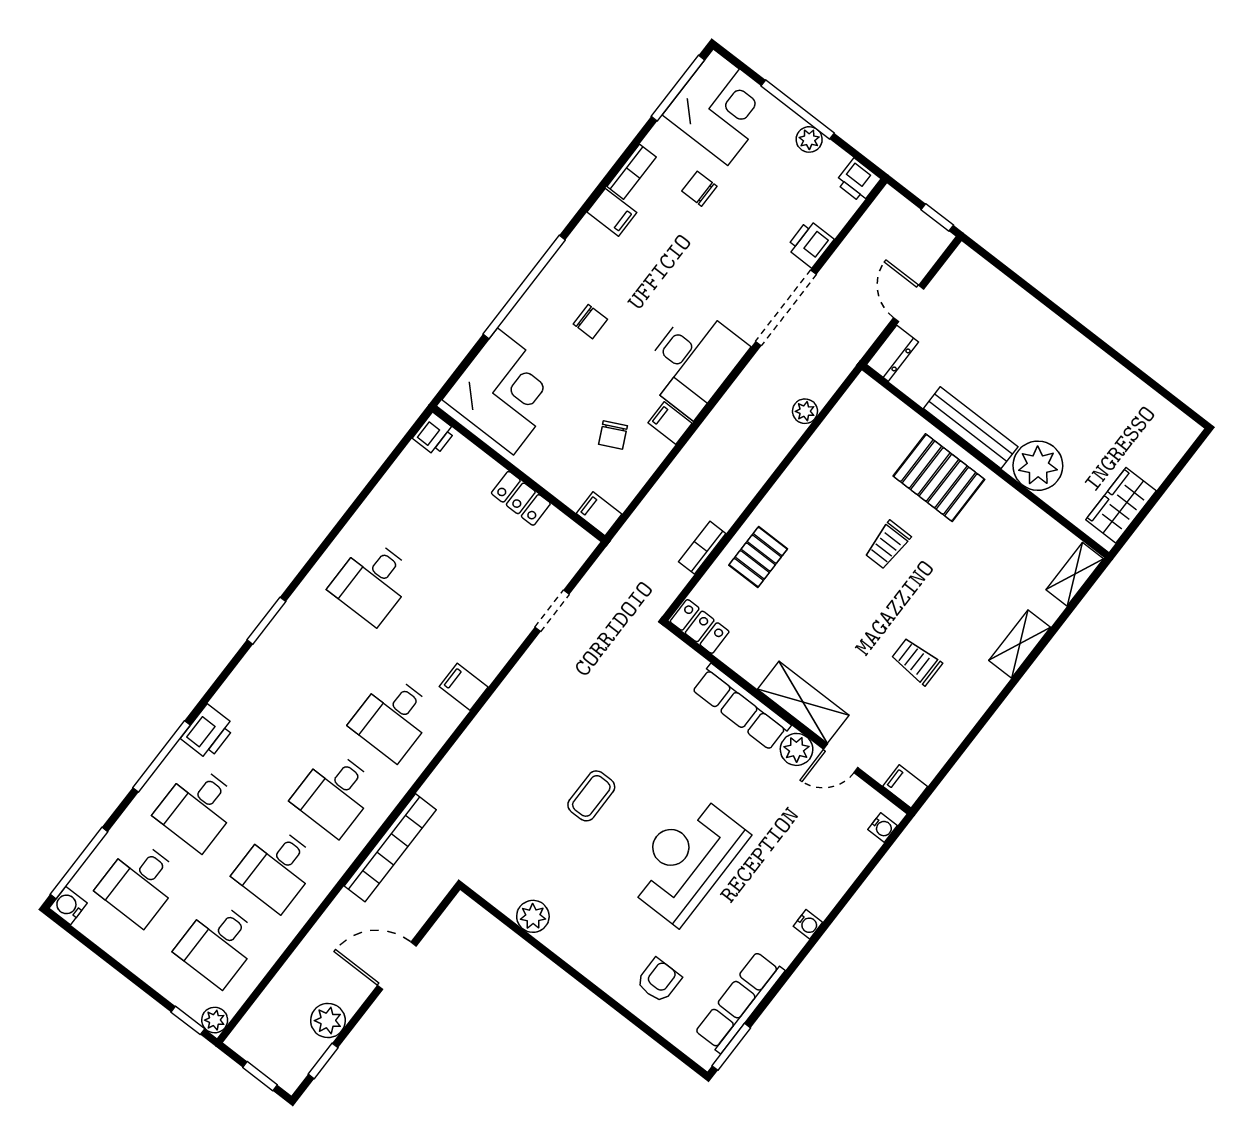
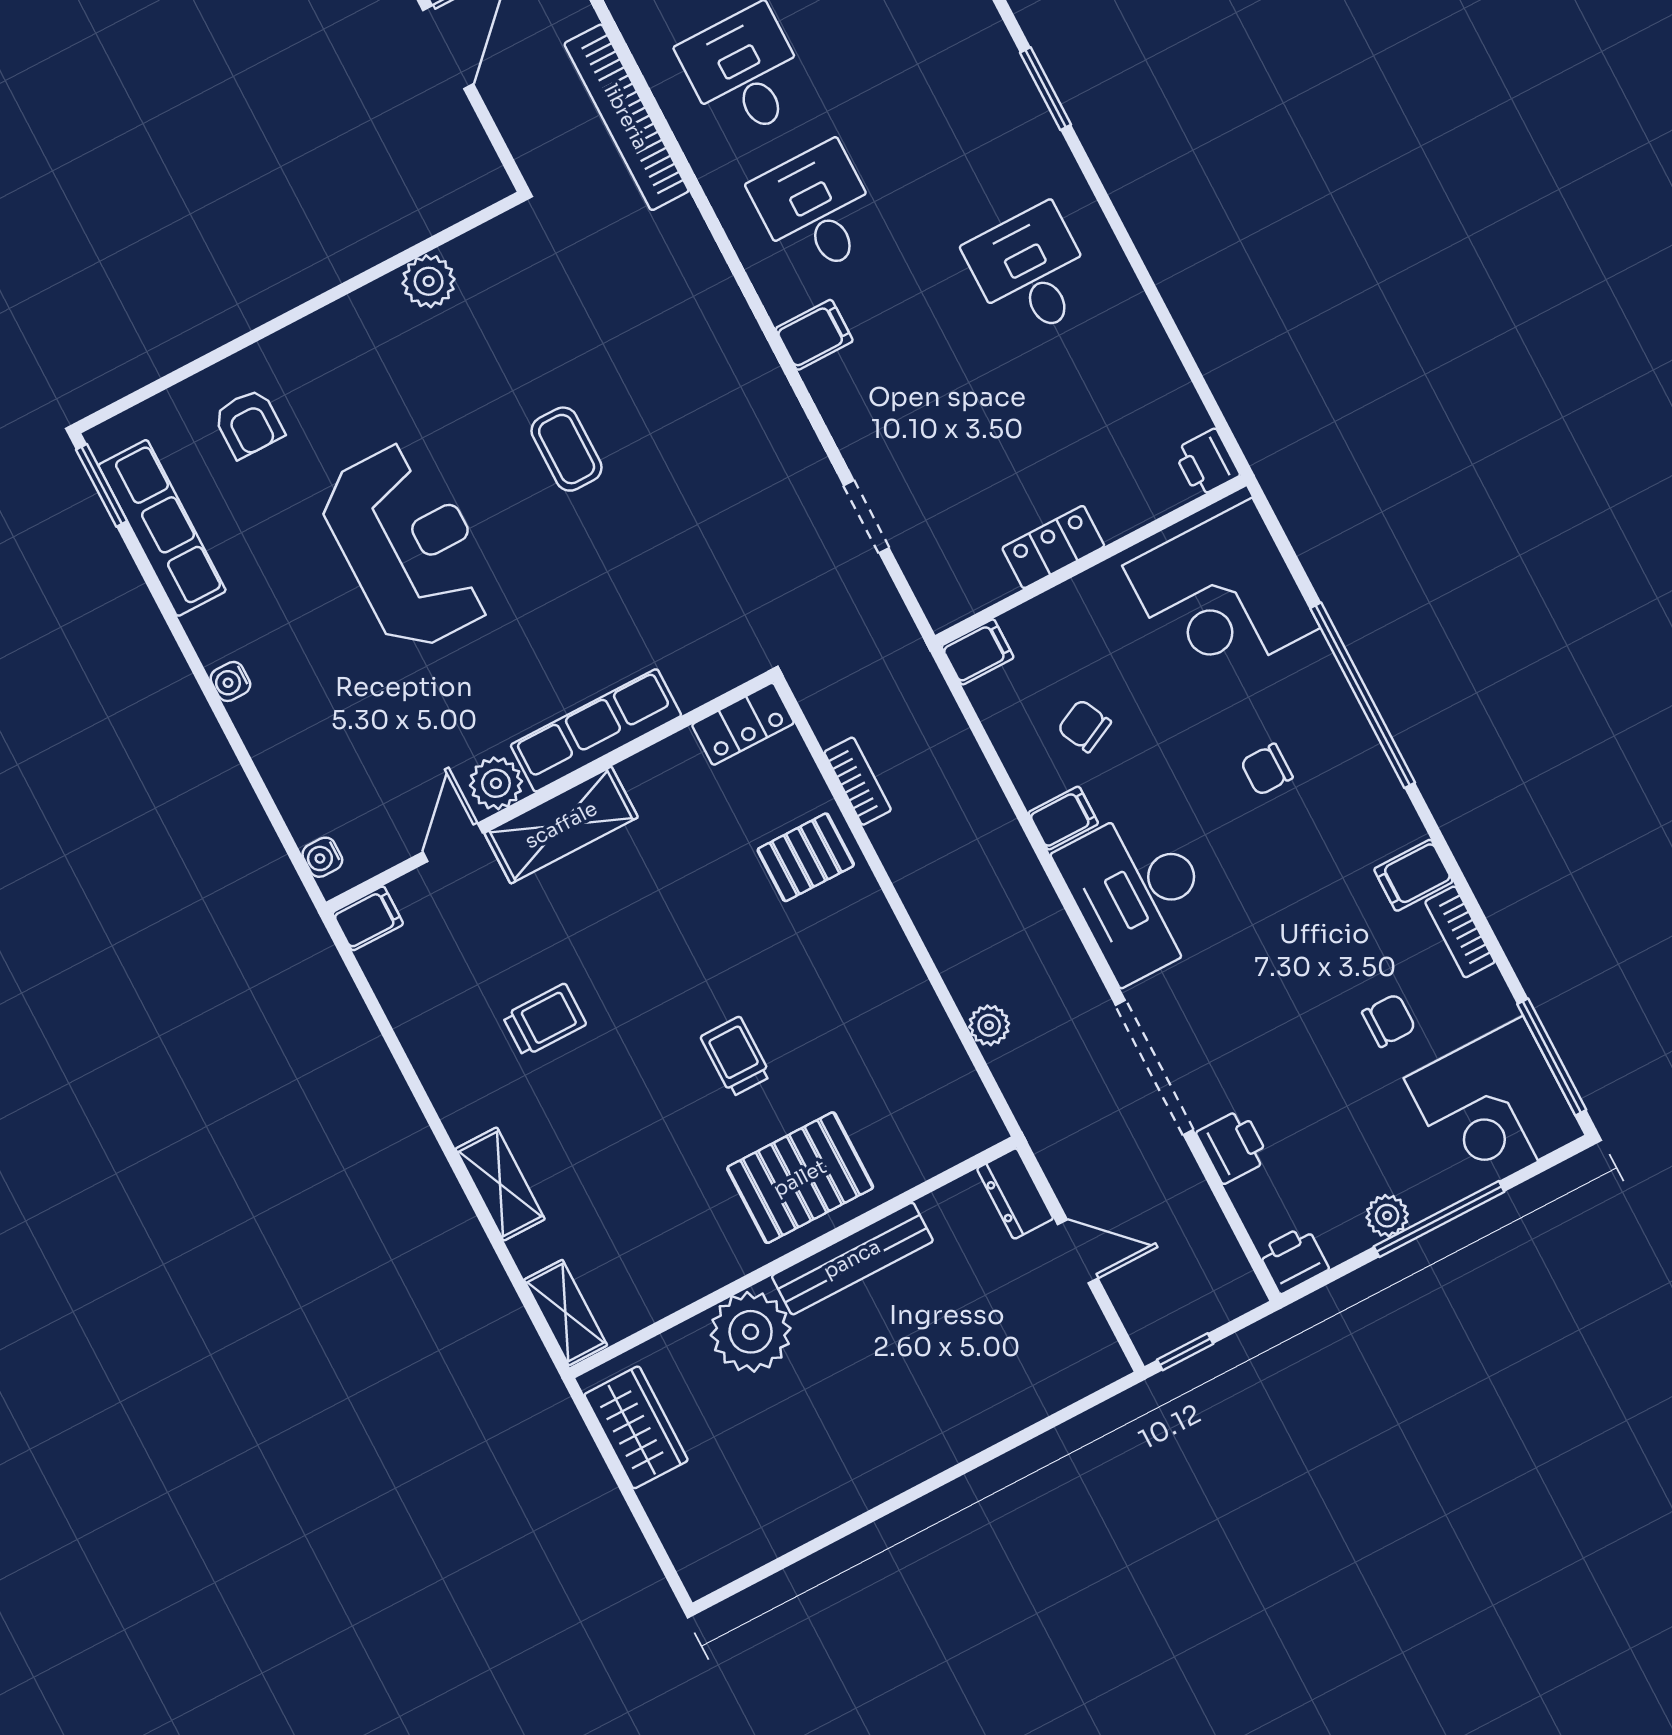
pallet: (758, 557) -> (806, 857), turned 90

